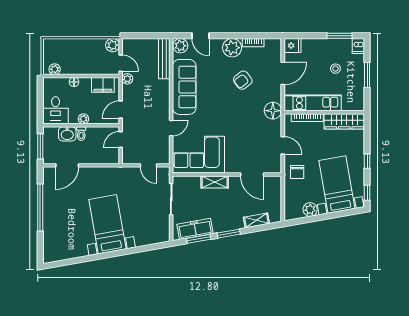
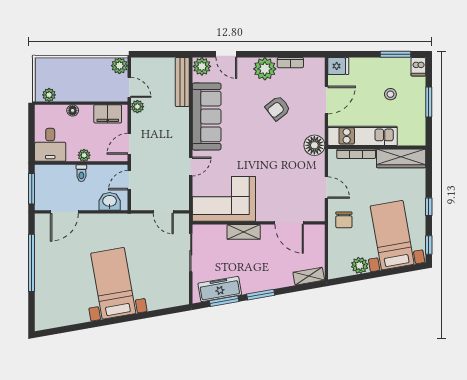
washbasin: (67, 134) -> (110, 201), moved, turned 180
shelving: (256, 220) -> (309, 276), moved

